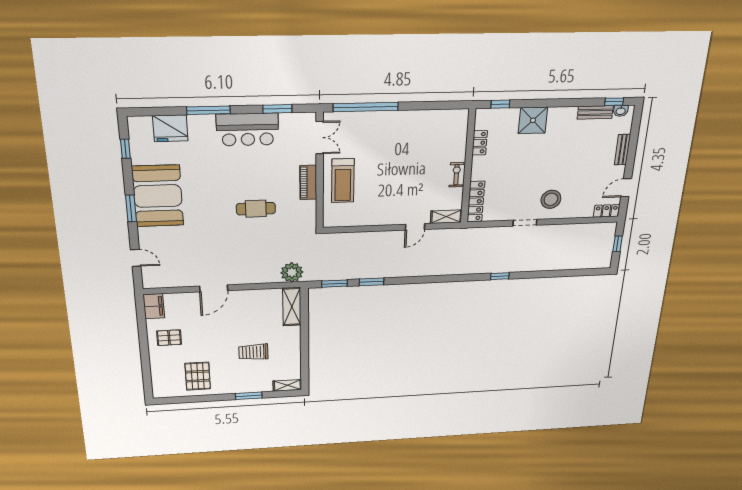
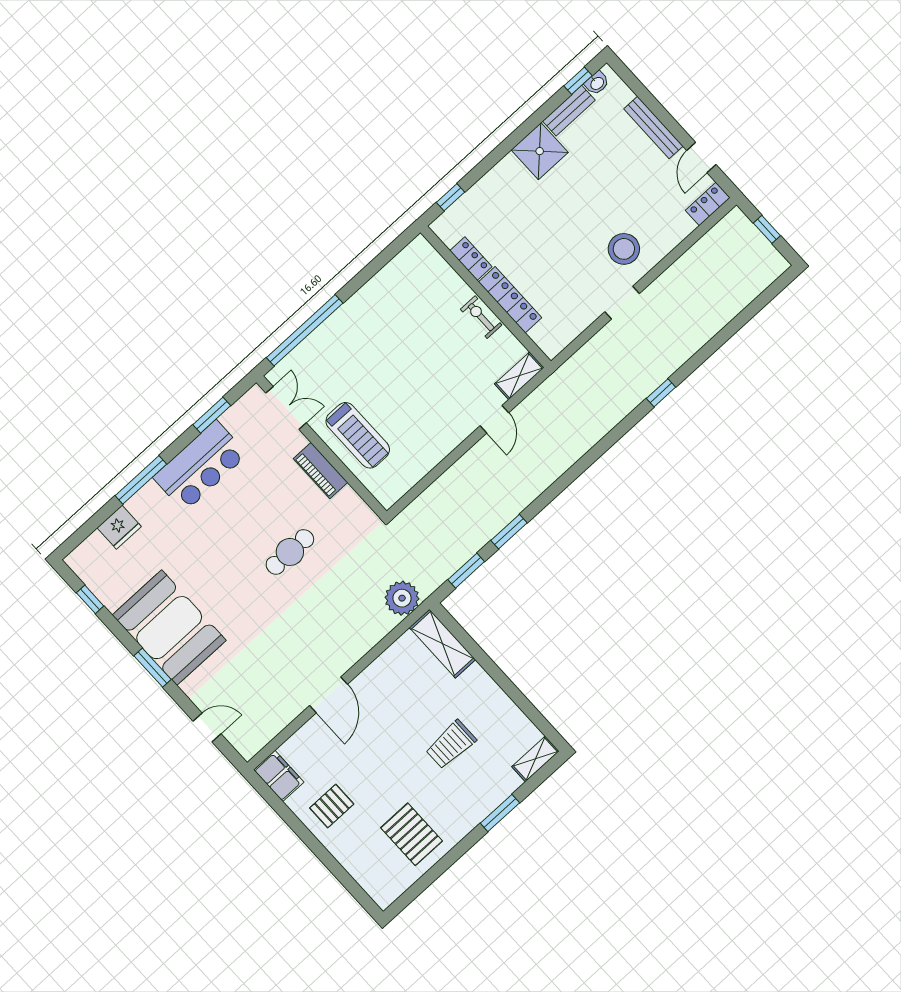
shower: (533, 120) -> (540, 151), moved
fridge: (170, 128) -> (119, 527), width x0.73, depth x0.75
bench: (622, 150) -> (653, 128), width x1.36
locker: (476, 201) -> (510, 300), moved

